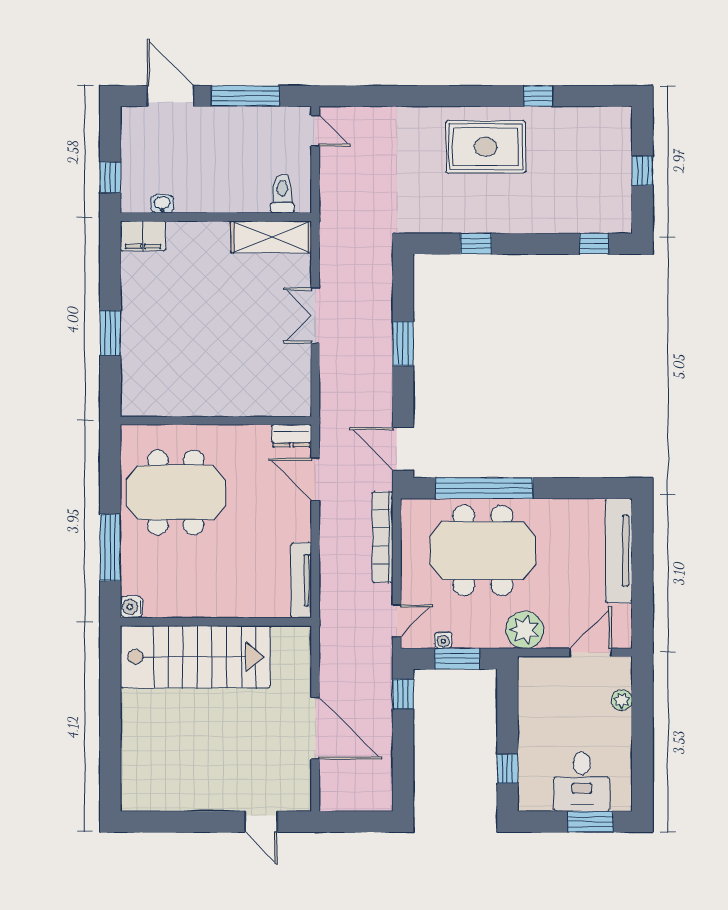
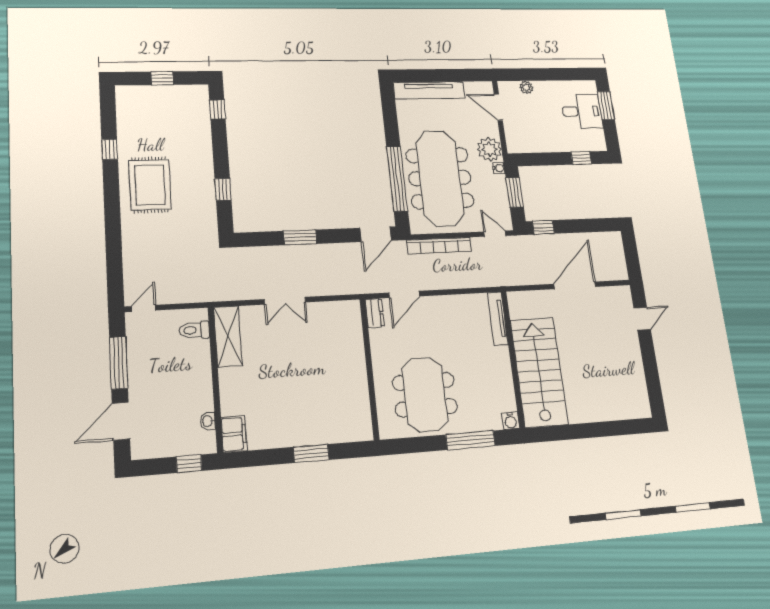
meeting table: (483, 551) -> (440, 178), width x1.36
tv unit: (301, 580) -> (498, 319), moved, turned 90
water cooler: (443, 640) -> (499, 168), moved

